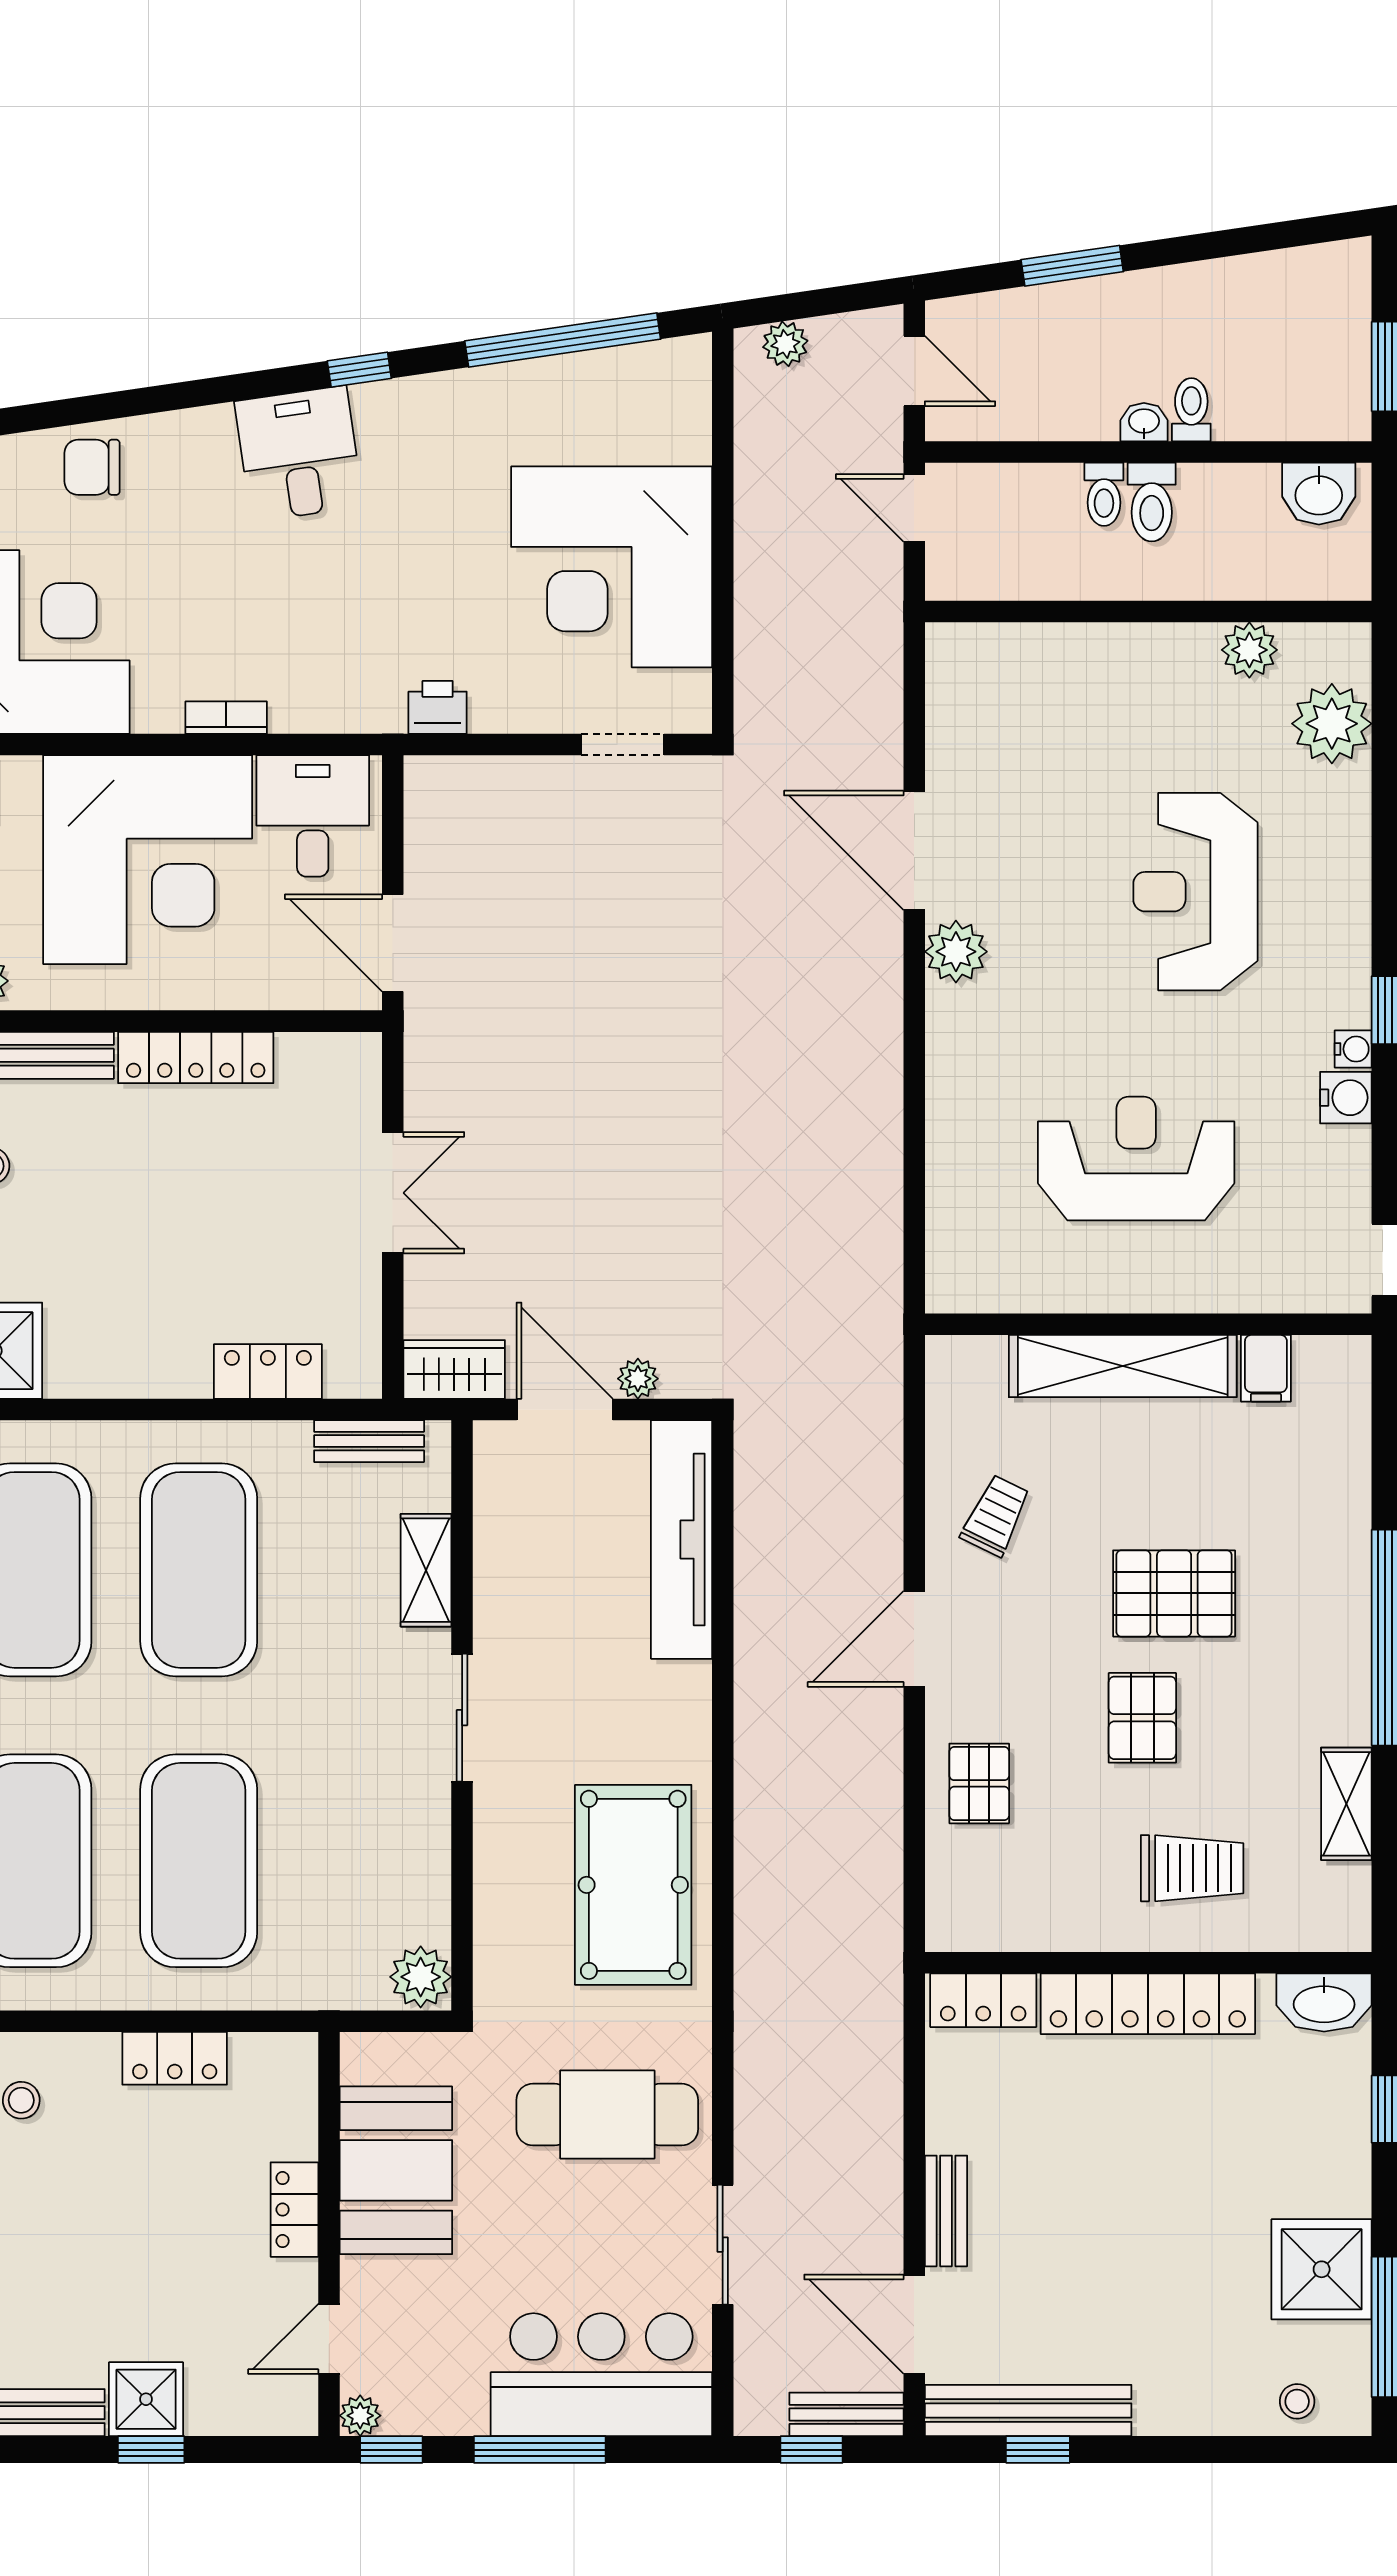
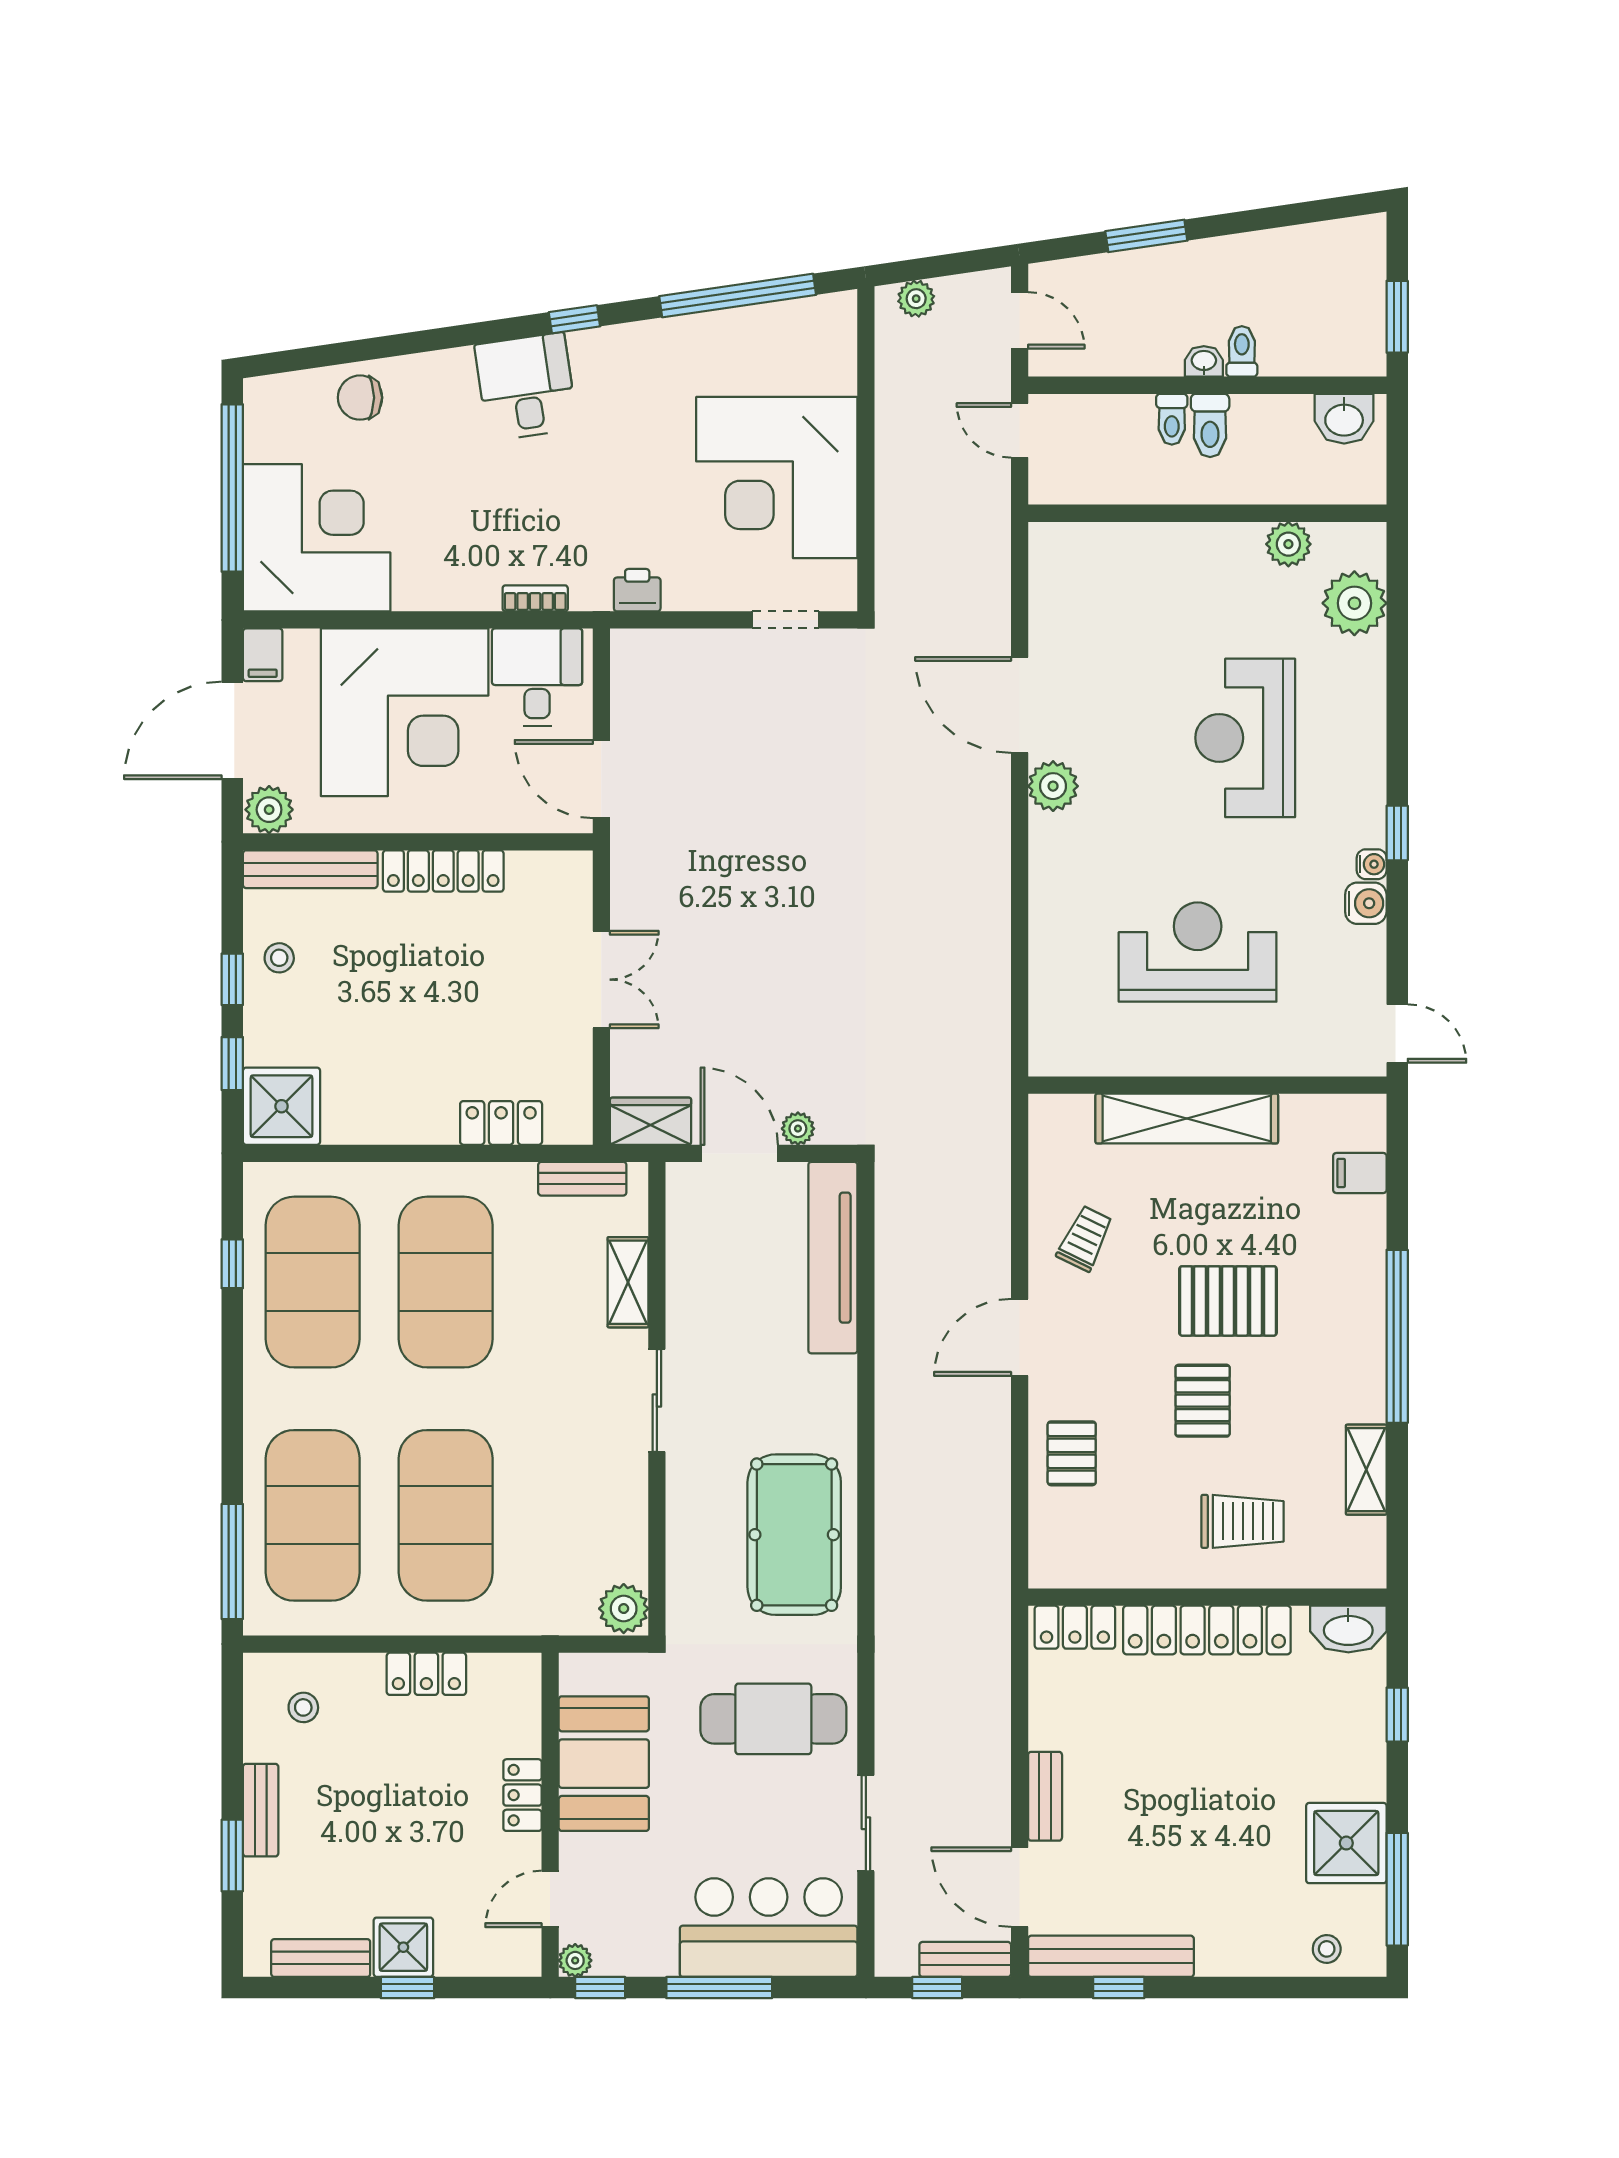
bookcase: (226, 718) -> (535, 598), moved
filing cabinet: (1266, 1368) -> (1360, 1173), moved, turned 90

